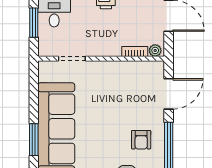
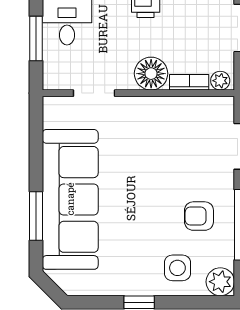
floor lamp: (110, 46) -> (151, 74), added
armchair: (141, 140) -> (199, 216), turned 90

